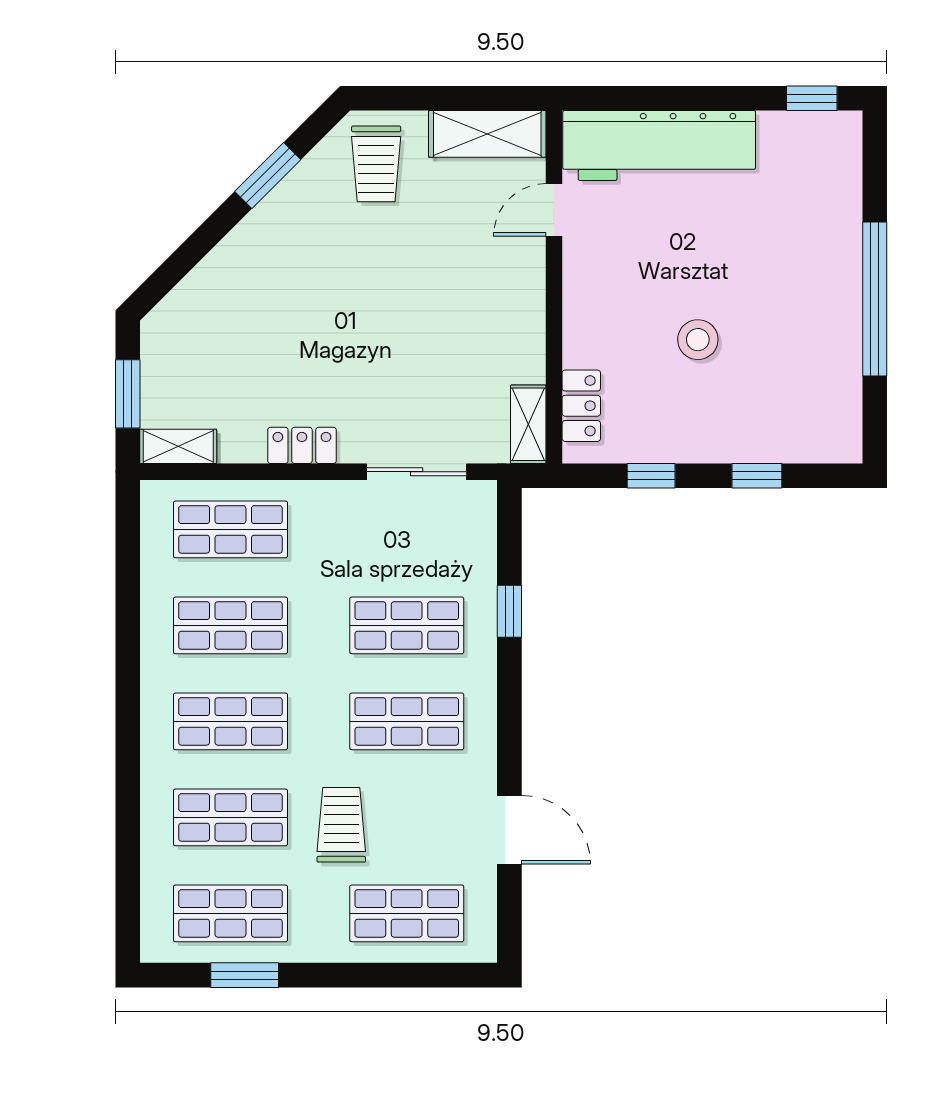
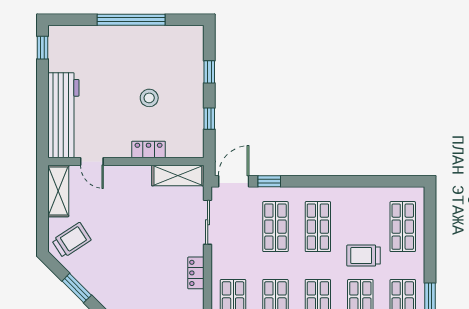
trolley: (376, 164) -> (71, 240), turned -33
locker: (581, 406) -> (149, 149), moved
shelving: (528, 424) -> (178, 176), width x1.50, depth x1.33
door: (509, 830) -> (234, 181), moved

